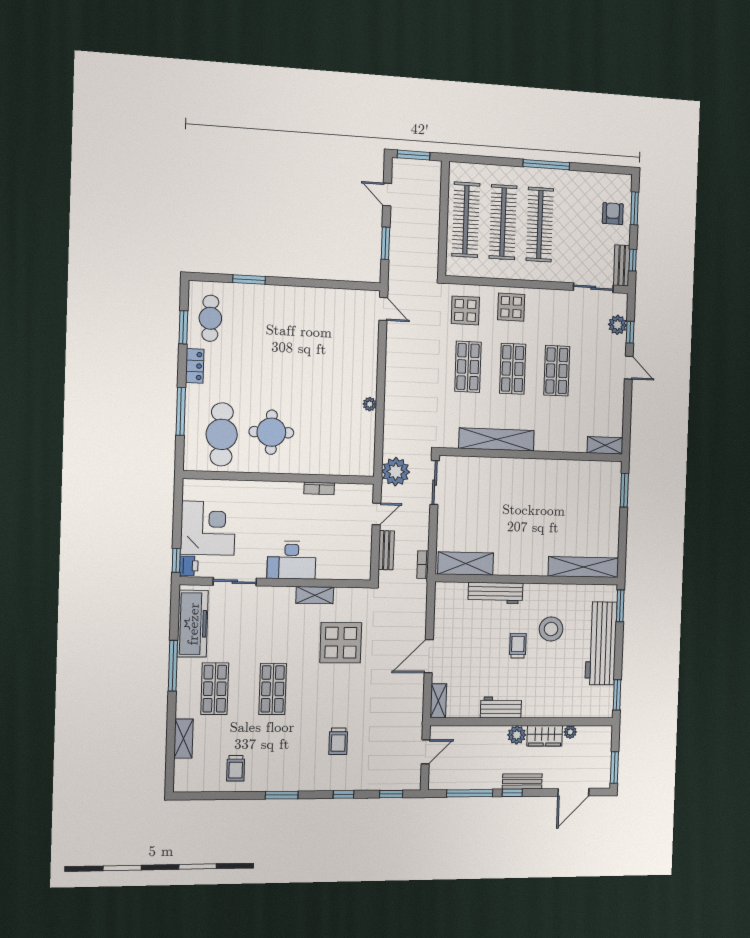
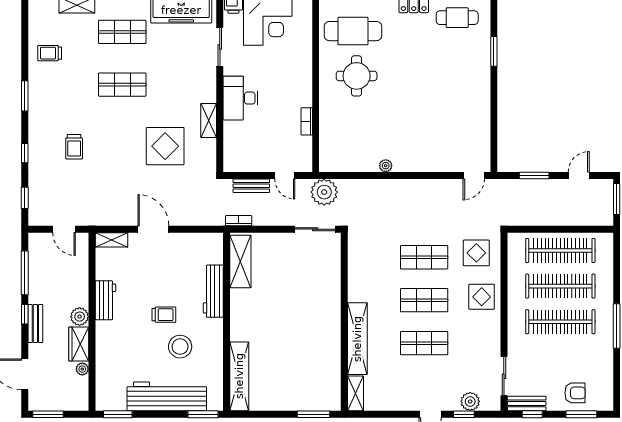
shelving: (497, 439) -> (357, 339), moved
trolley: (338, 741) -> (74, 147), turned -90

